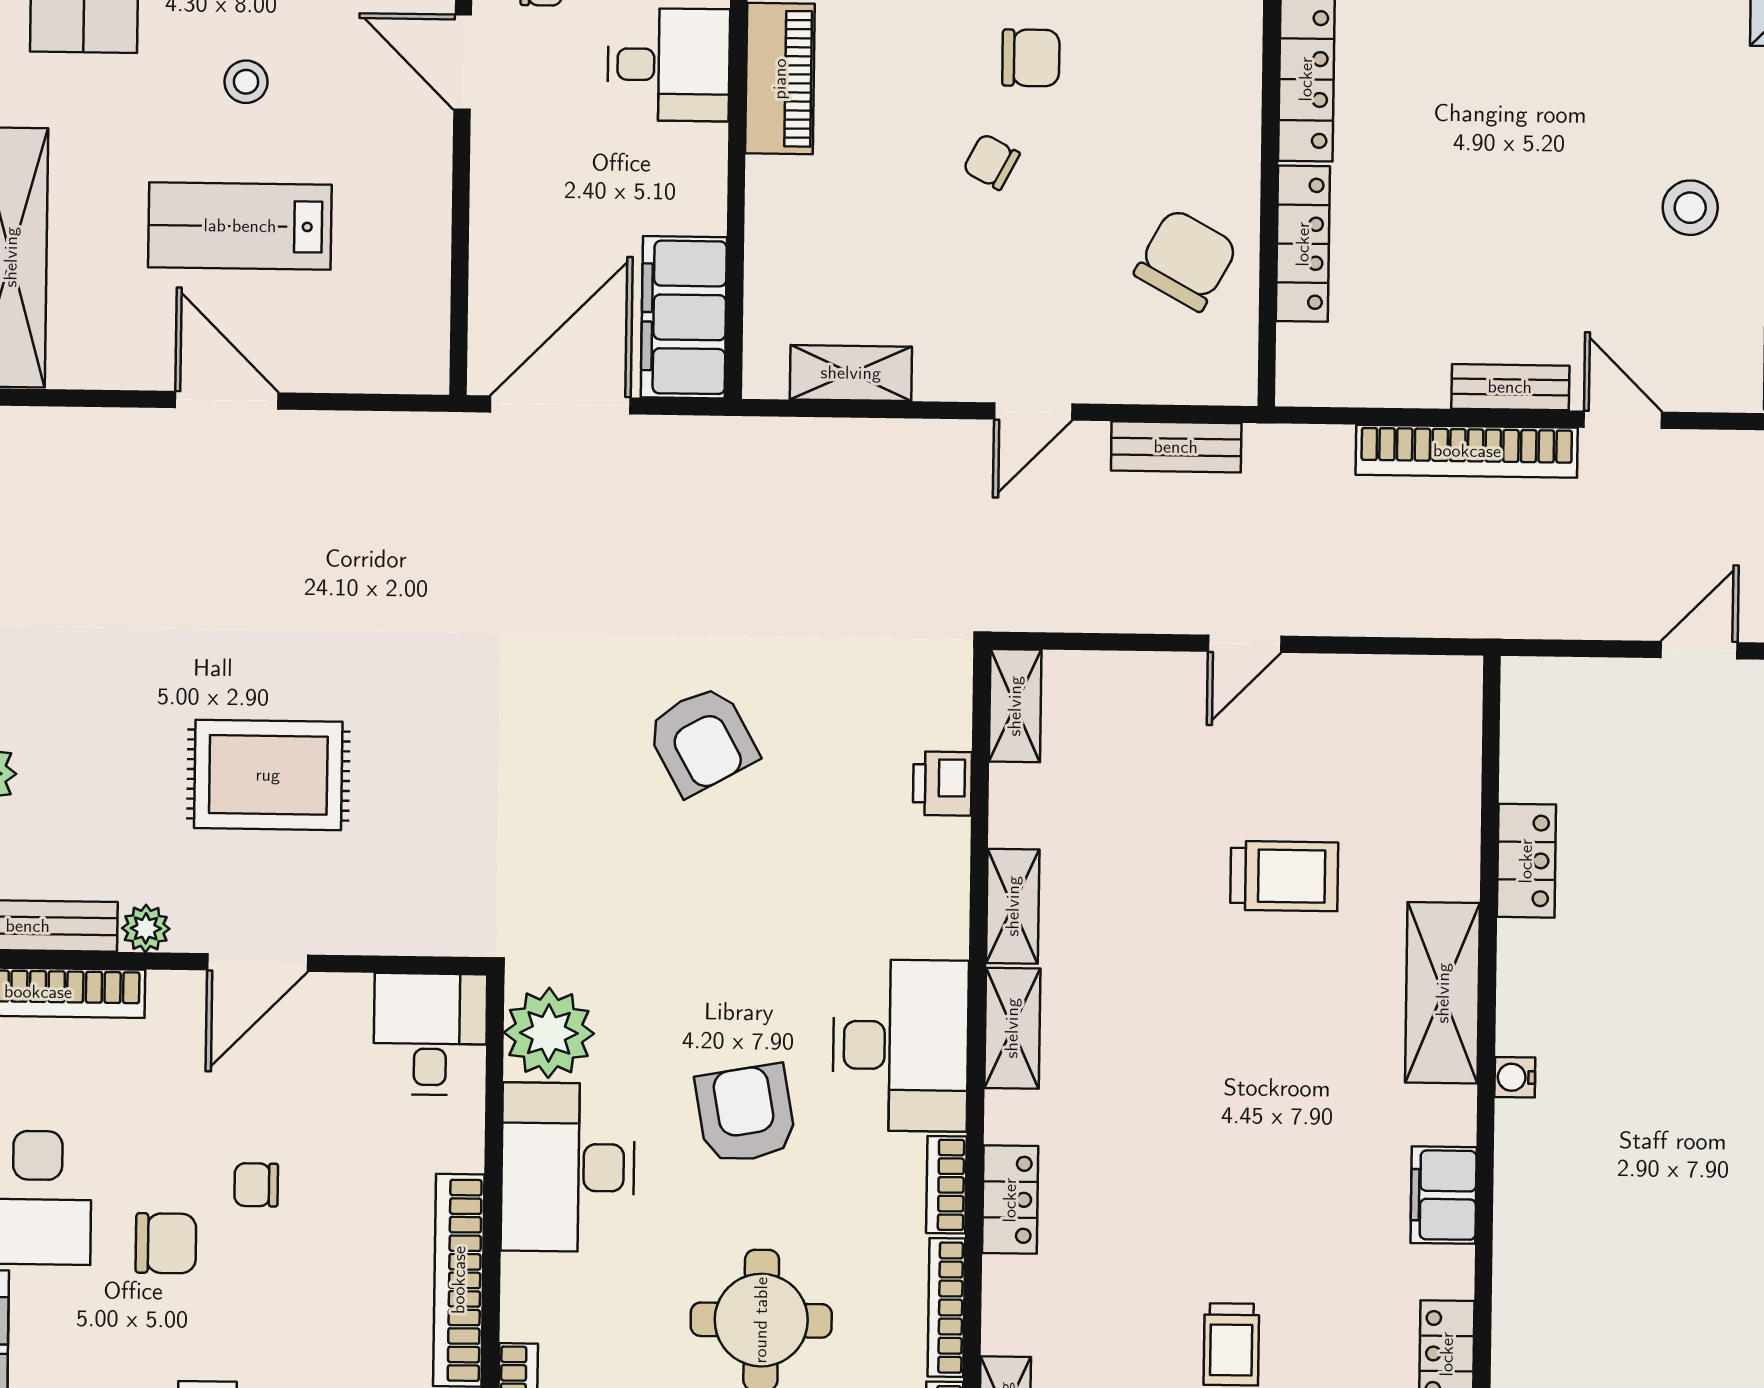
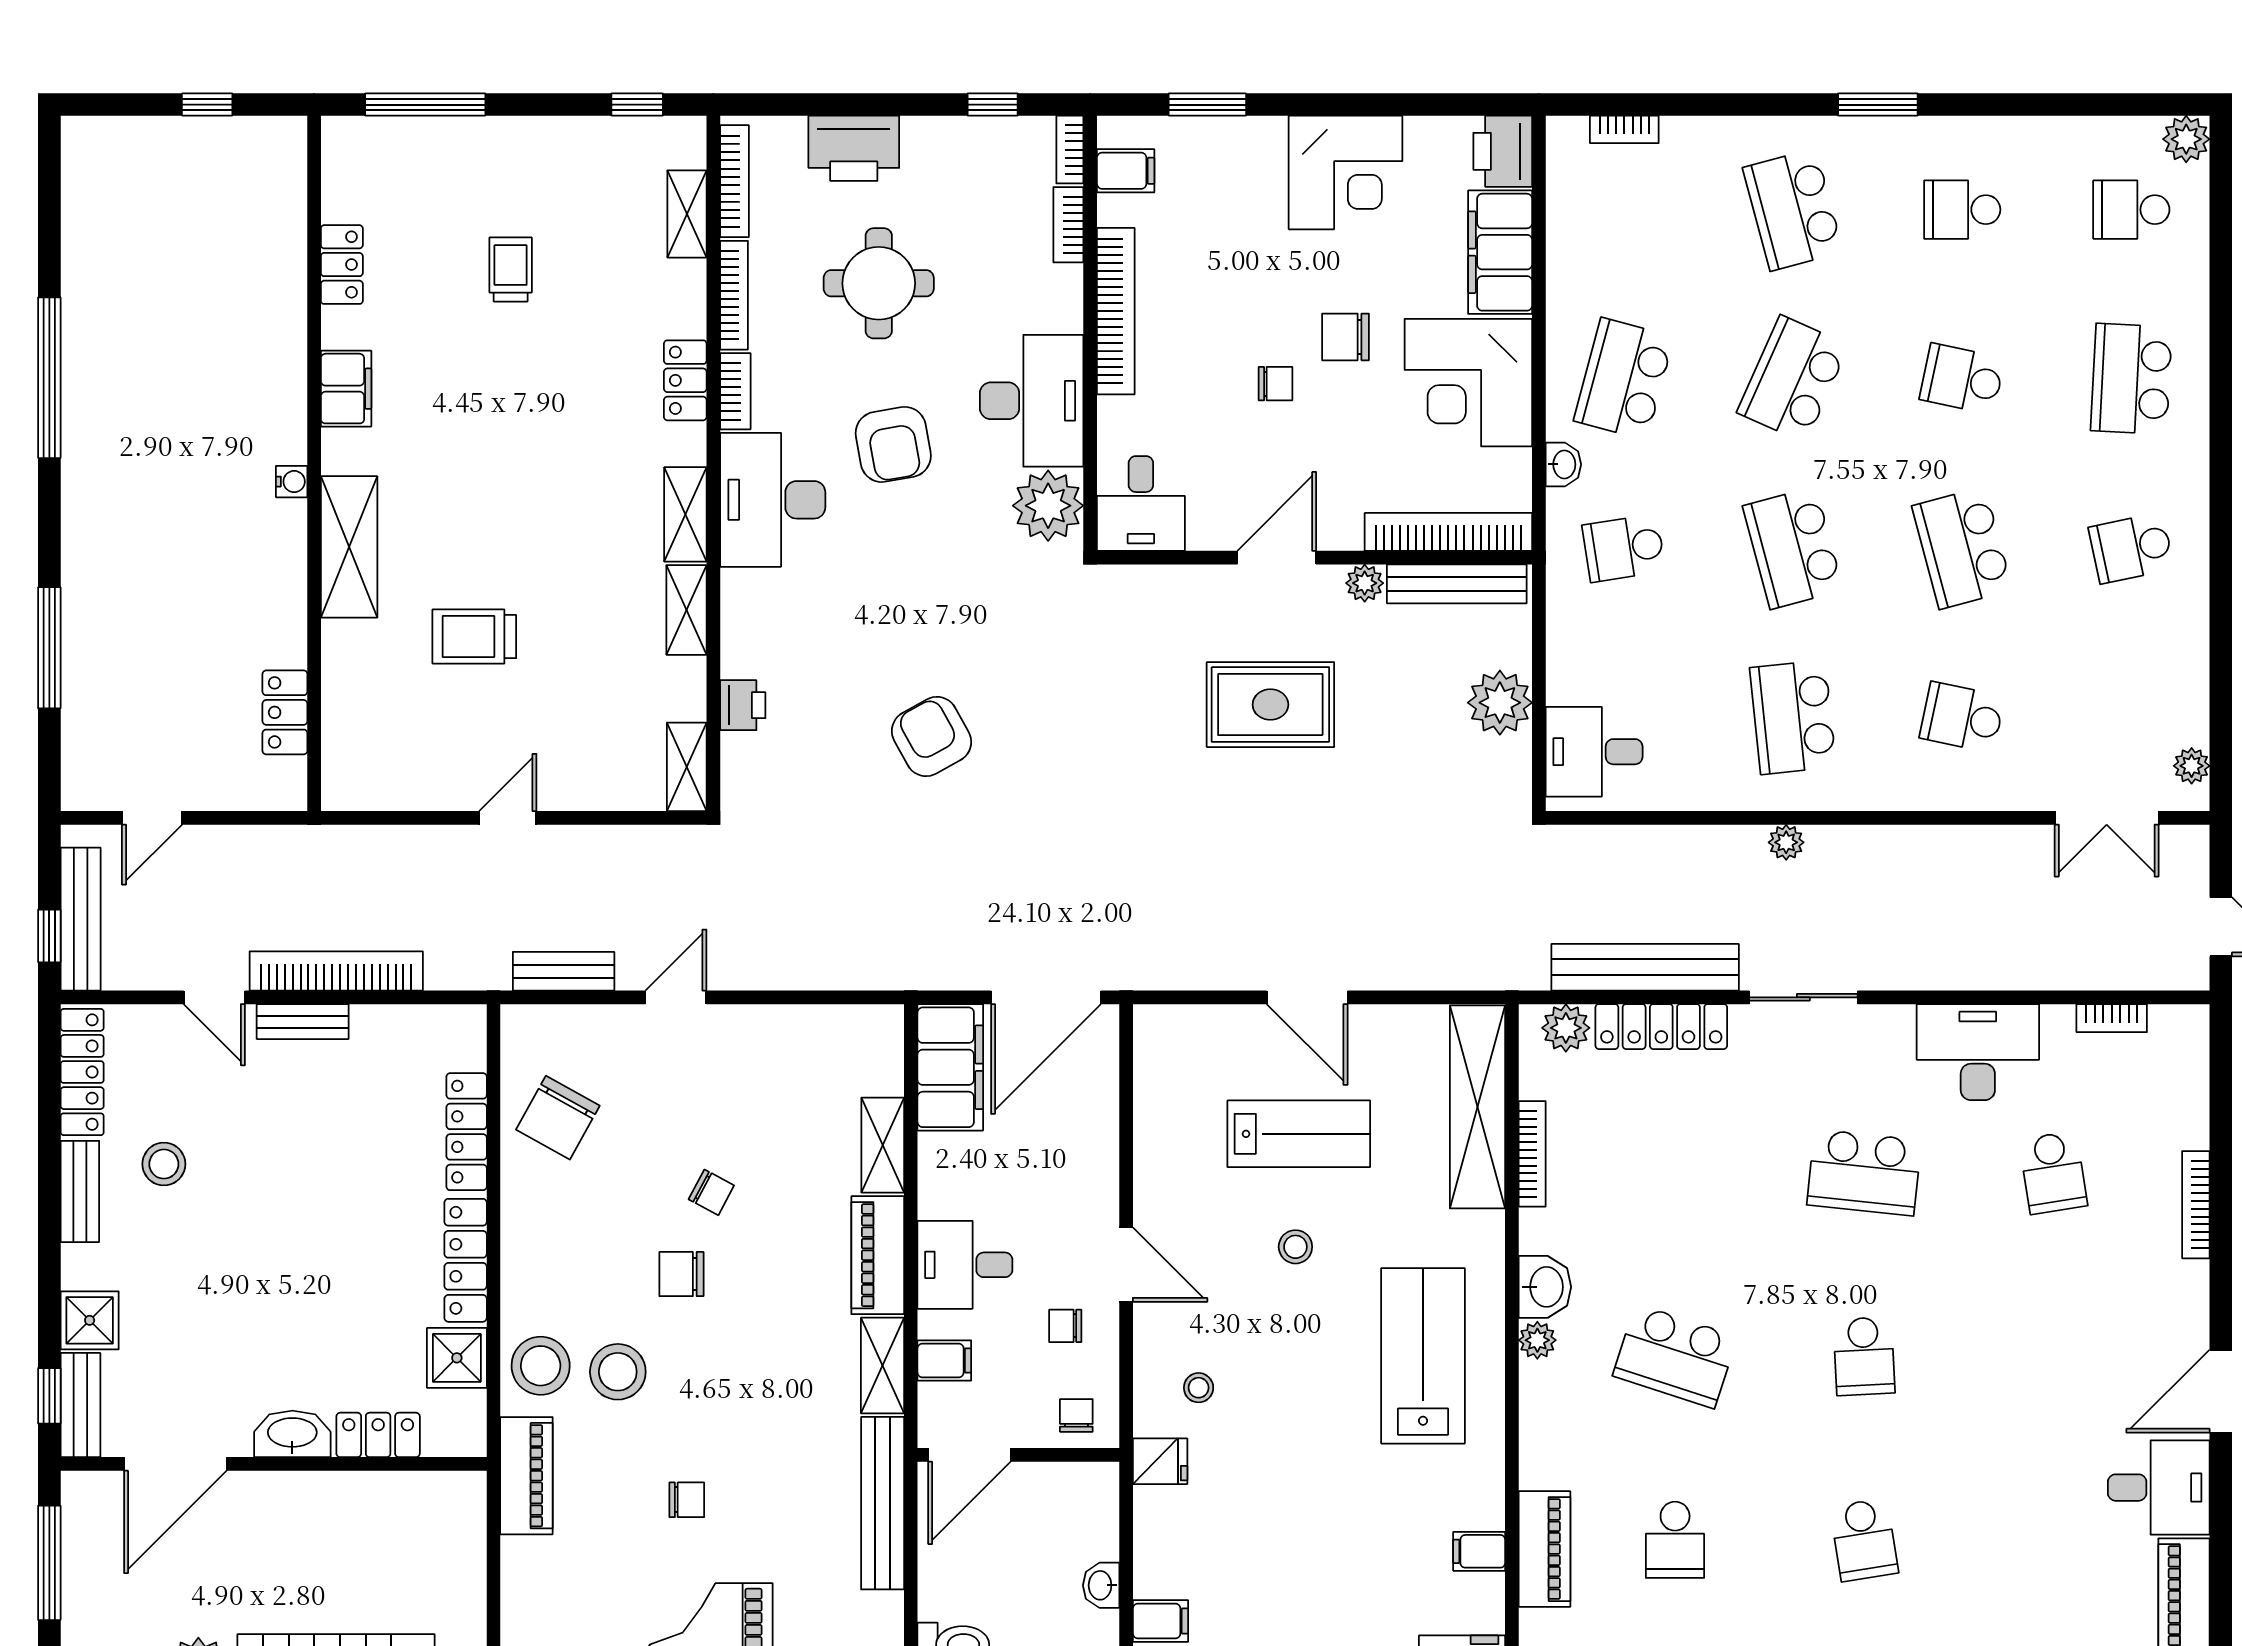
shelving: (851, 373) -> (883, 1145), moved, turned 90
locker: (1526, 861) -> (285, 712), moved

